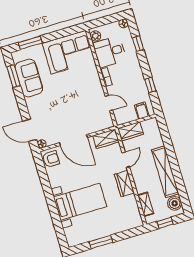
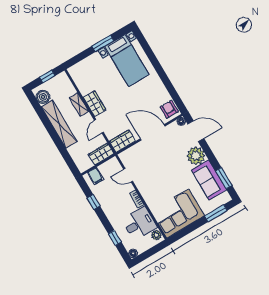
plant: (36, 106) -> (196, 156), added
armchair: (51, 159) -> (169, 109), turned 90
bed with nightstands: (80, 202) -> (127, 61), moved, turned -90
shelving: (146, 204) -> (79, 105), moved

